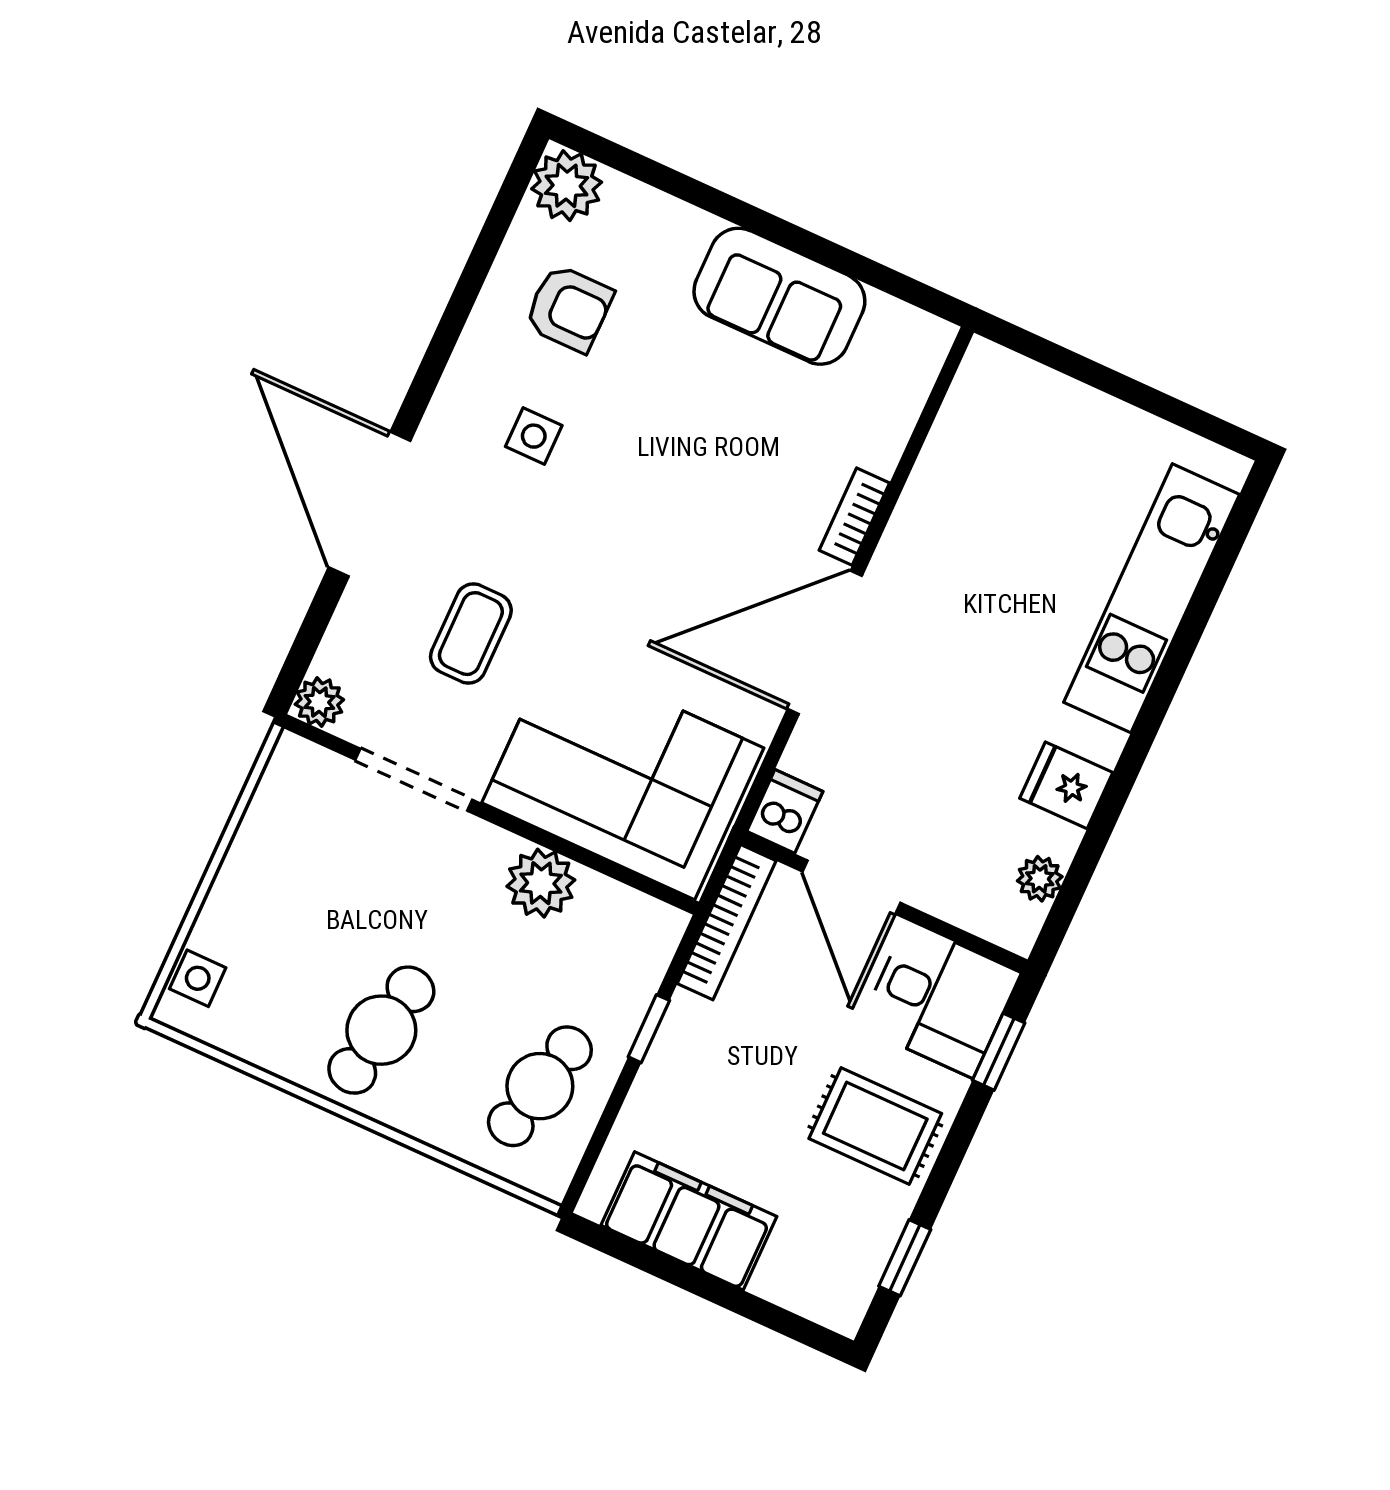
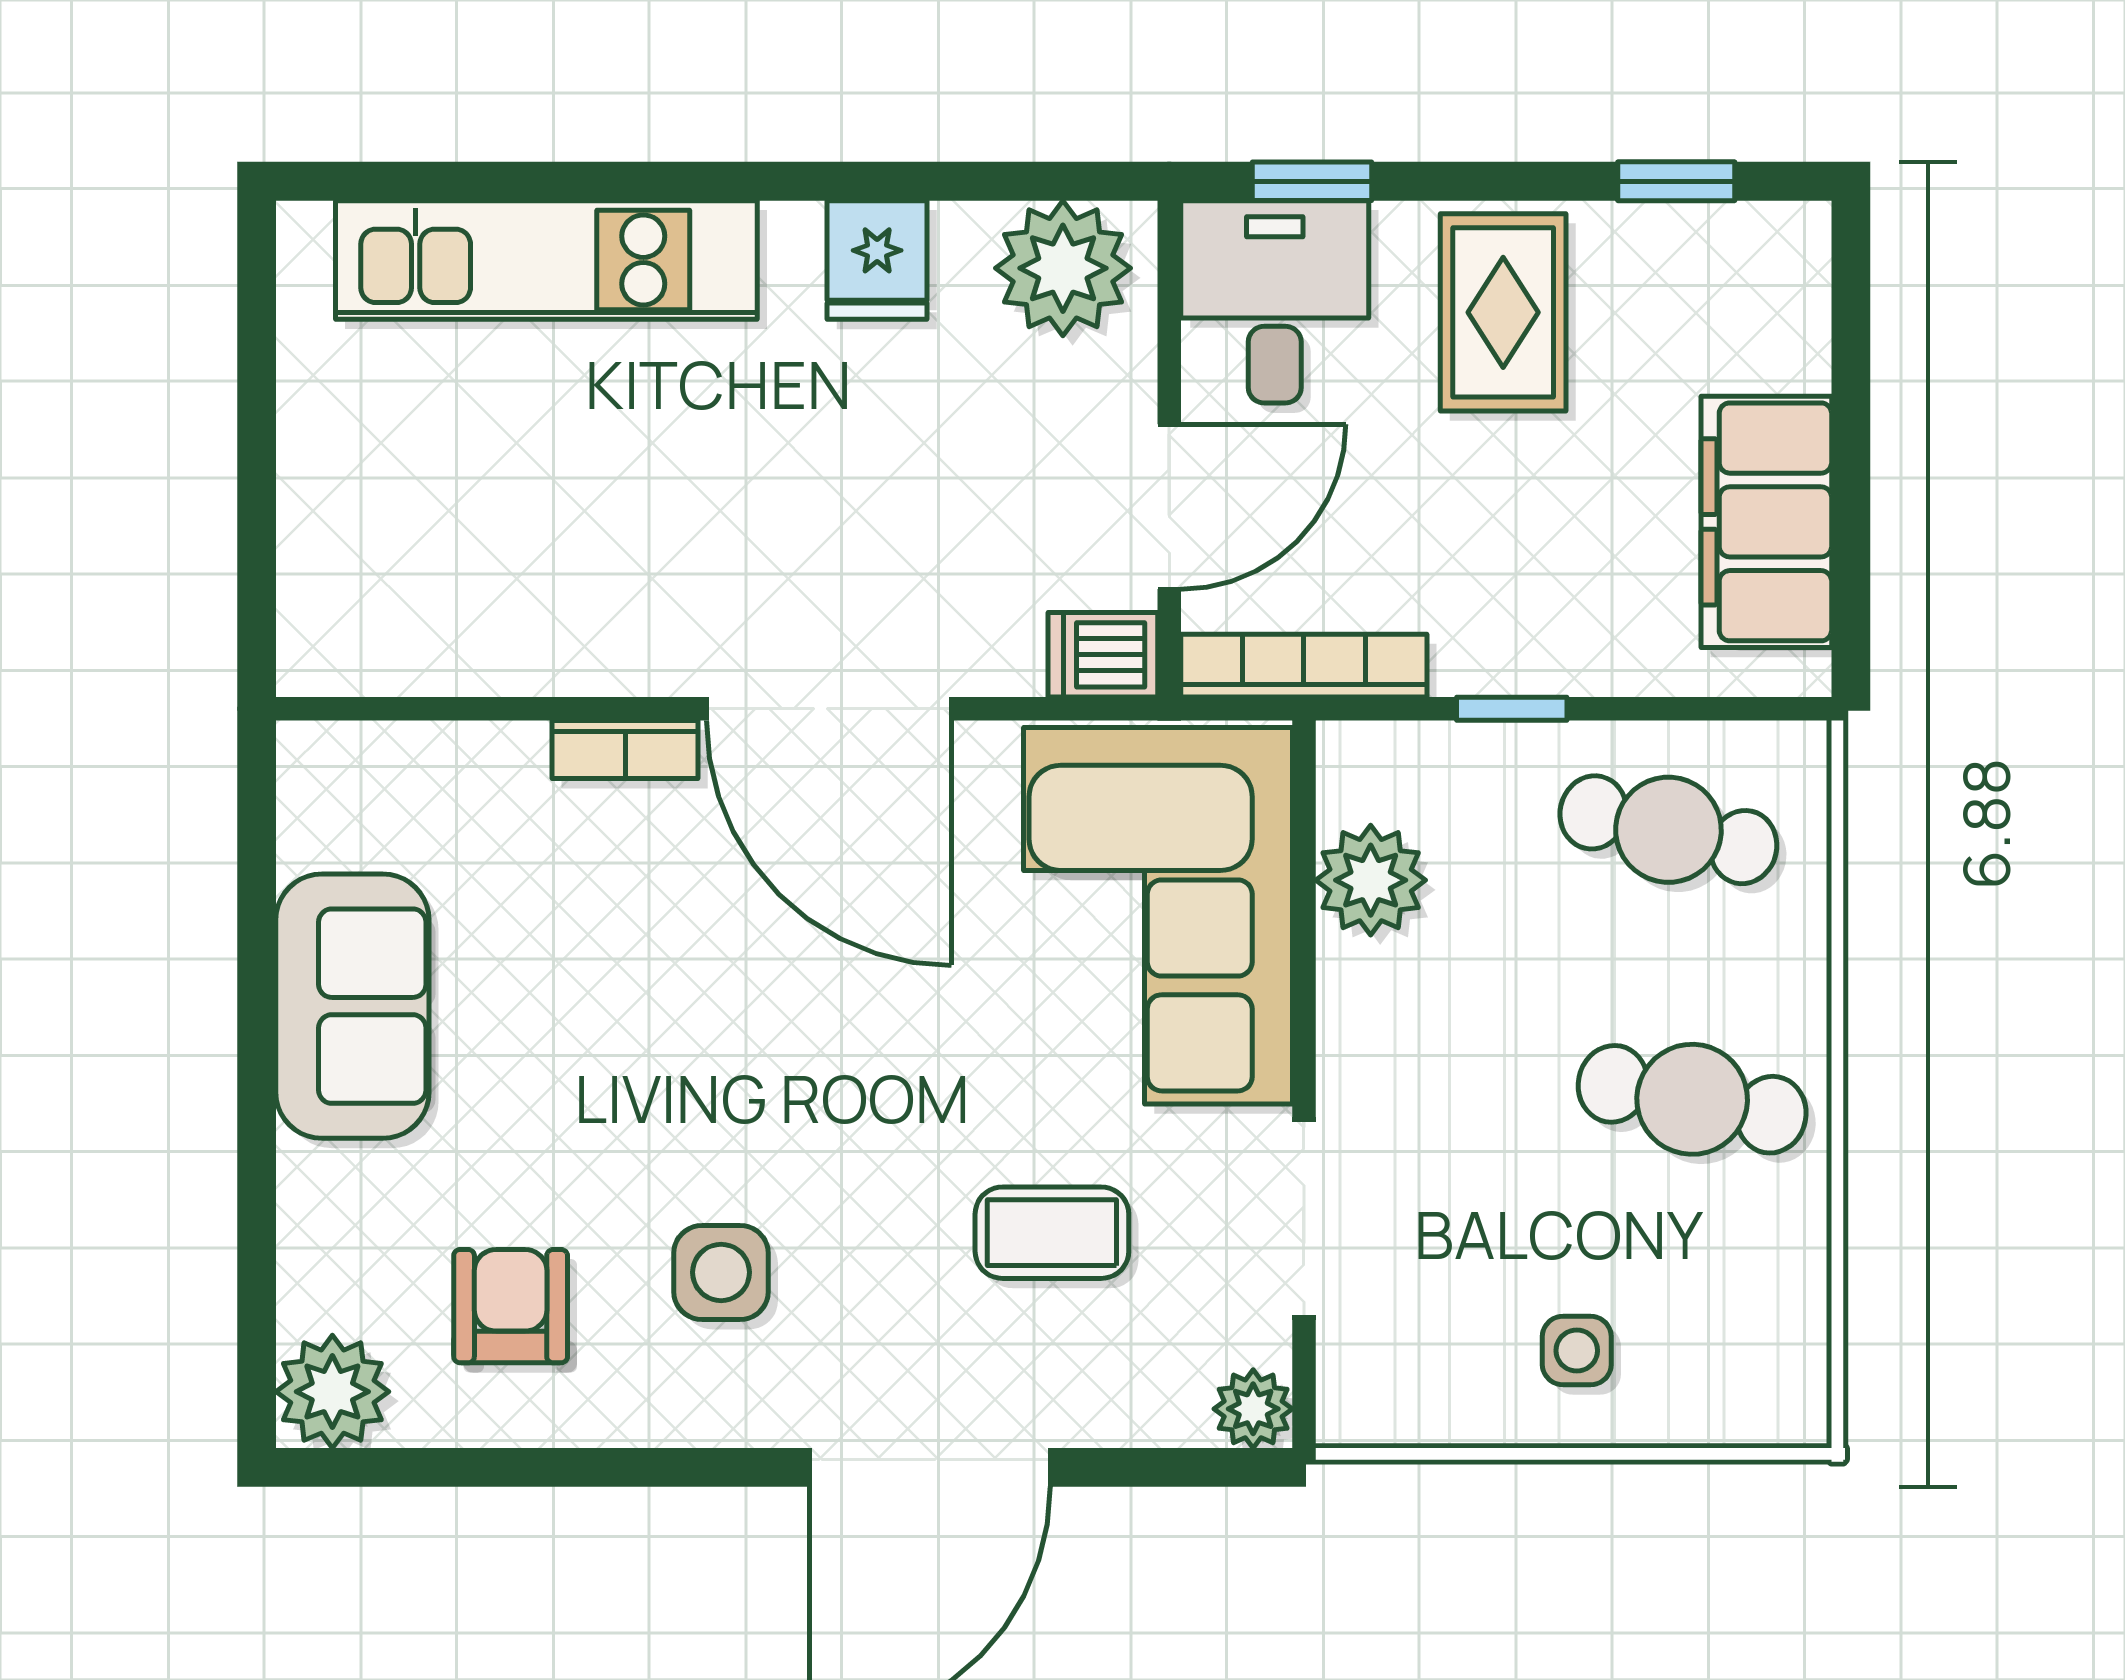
side table: (534, 436) -> (721, 1272), width x1.37, depth x1.37
plant: (1040, 879) -> (1063, 268), width x1.87, depth x1.87
plant: (541, 883) -> (1371, 880), moved
side table: (198, 978) -> (1577, 1351), moved

